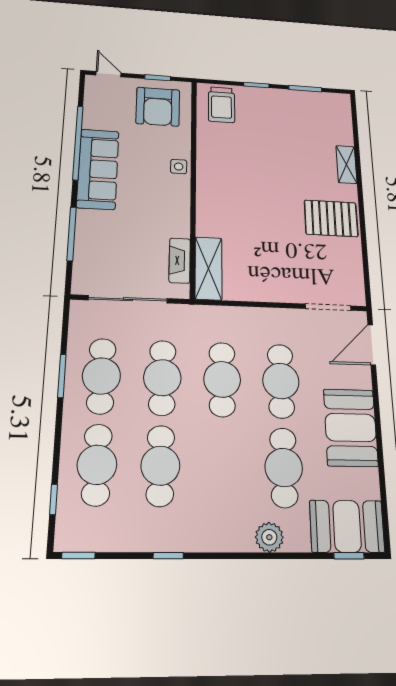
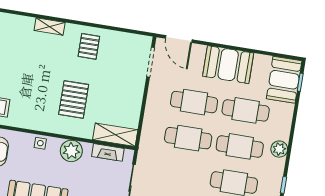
pallet: (251, 205) -> (74, 99), added
plant: (174, 209) -> (71, 151), added
pallet: (331, 218) -> (89, 46), width x0.67, depth x0.71
cafe table: (162, 378) -> (240, 146), moved
plant: (269, 537) -> (279, 149), moved

